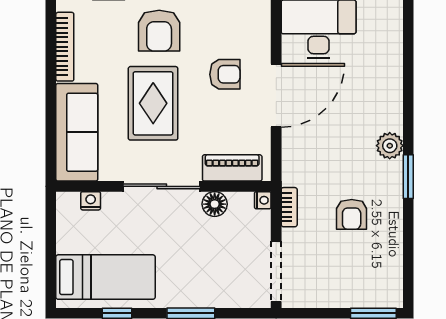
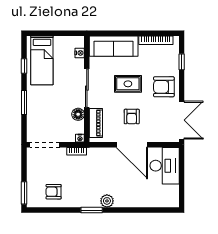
armchair: (225, 74) -> (132, 117), moved
rug: (153, 103) -> (128, 84), width x0.73, depth x0.70
armchair: (352, 214) -> (54, 192), moved

